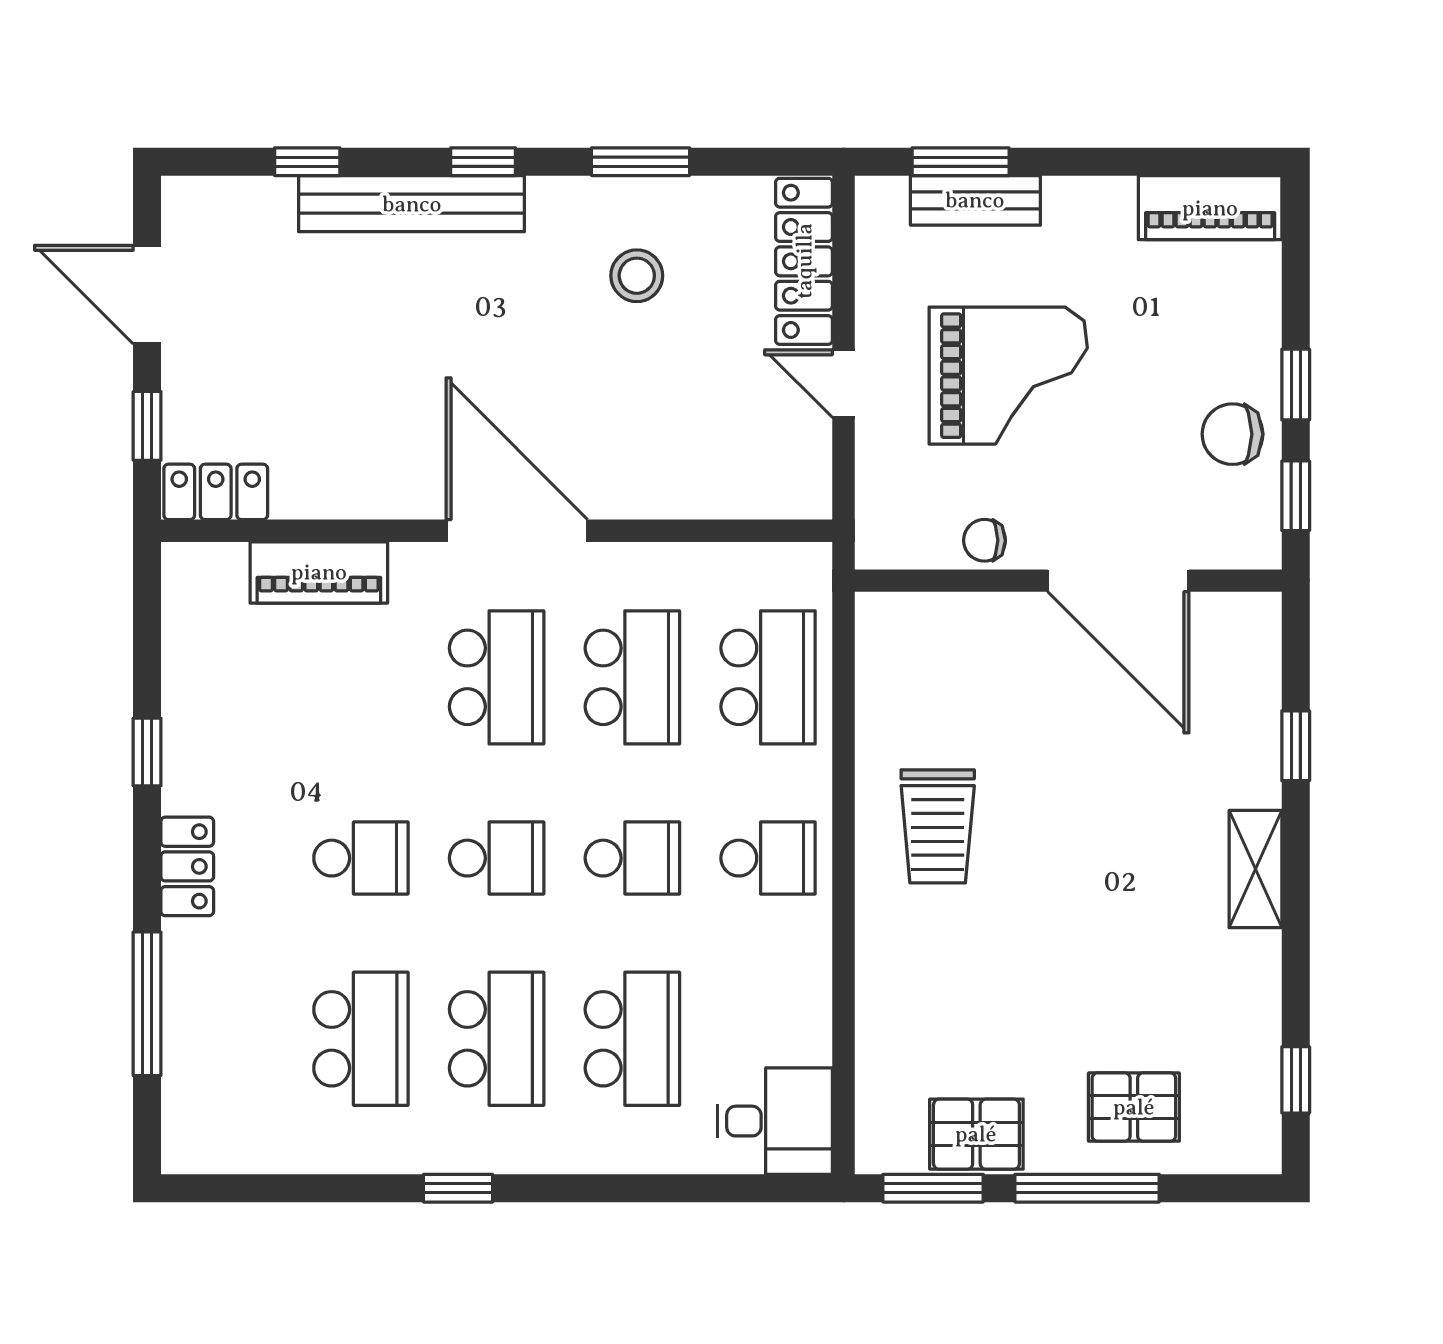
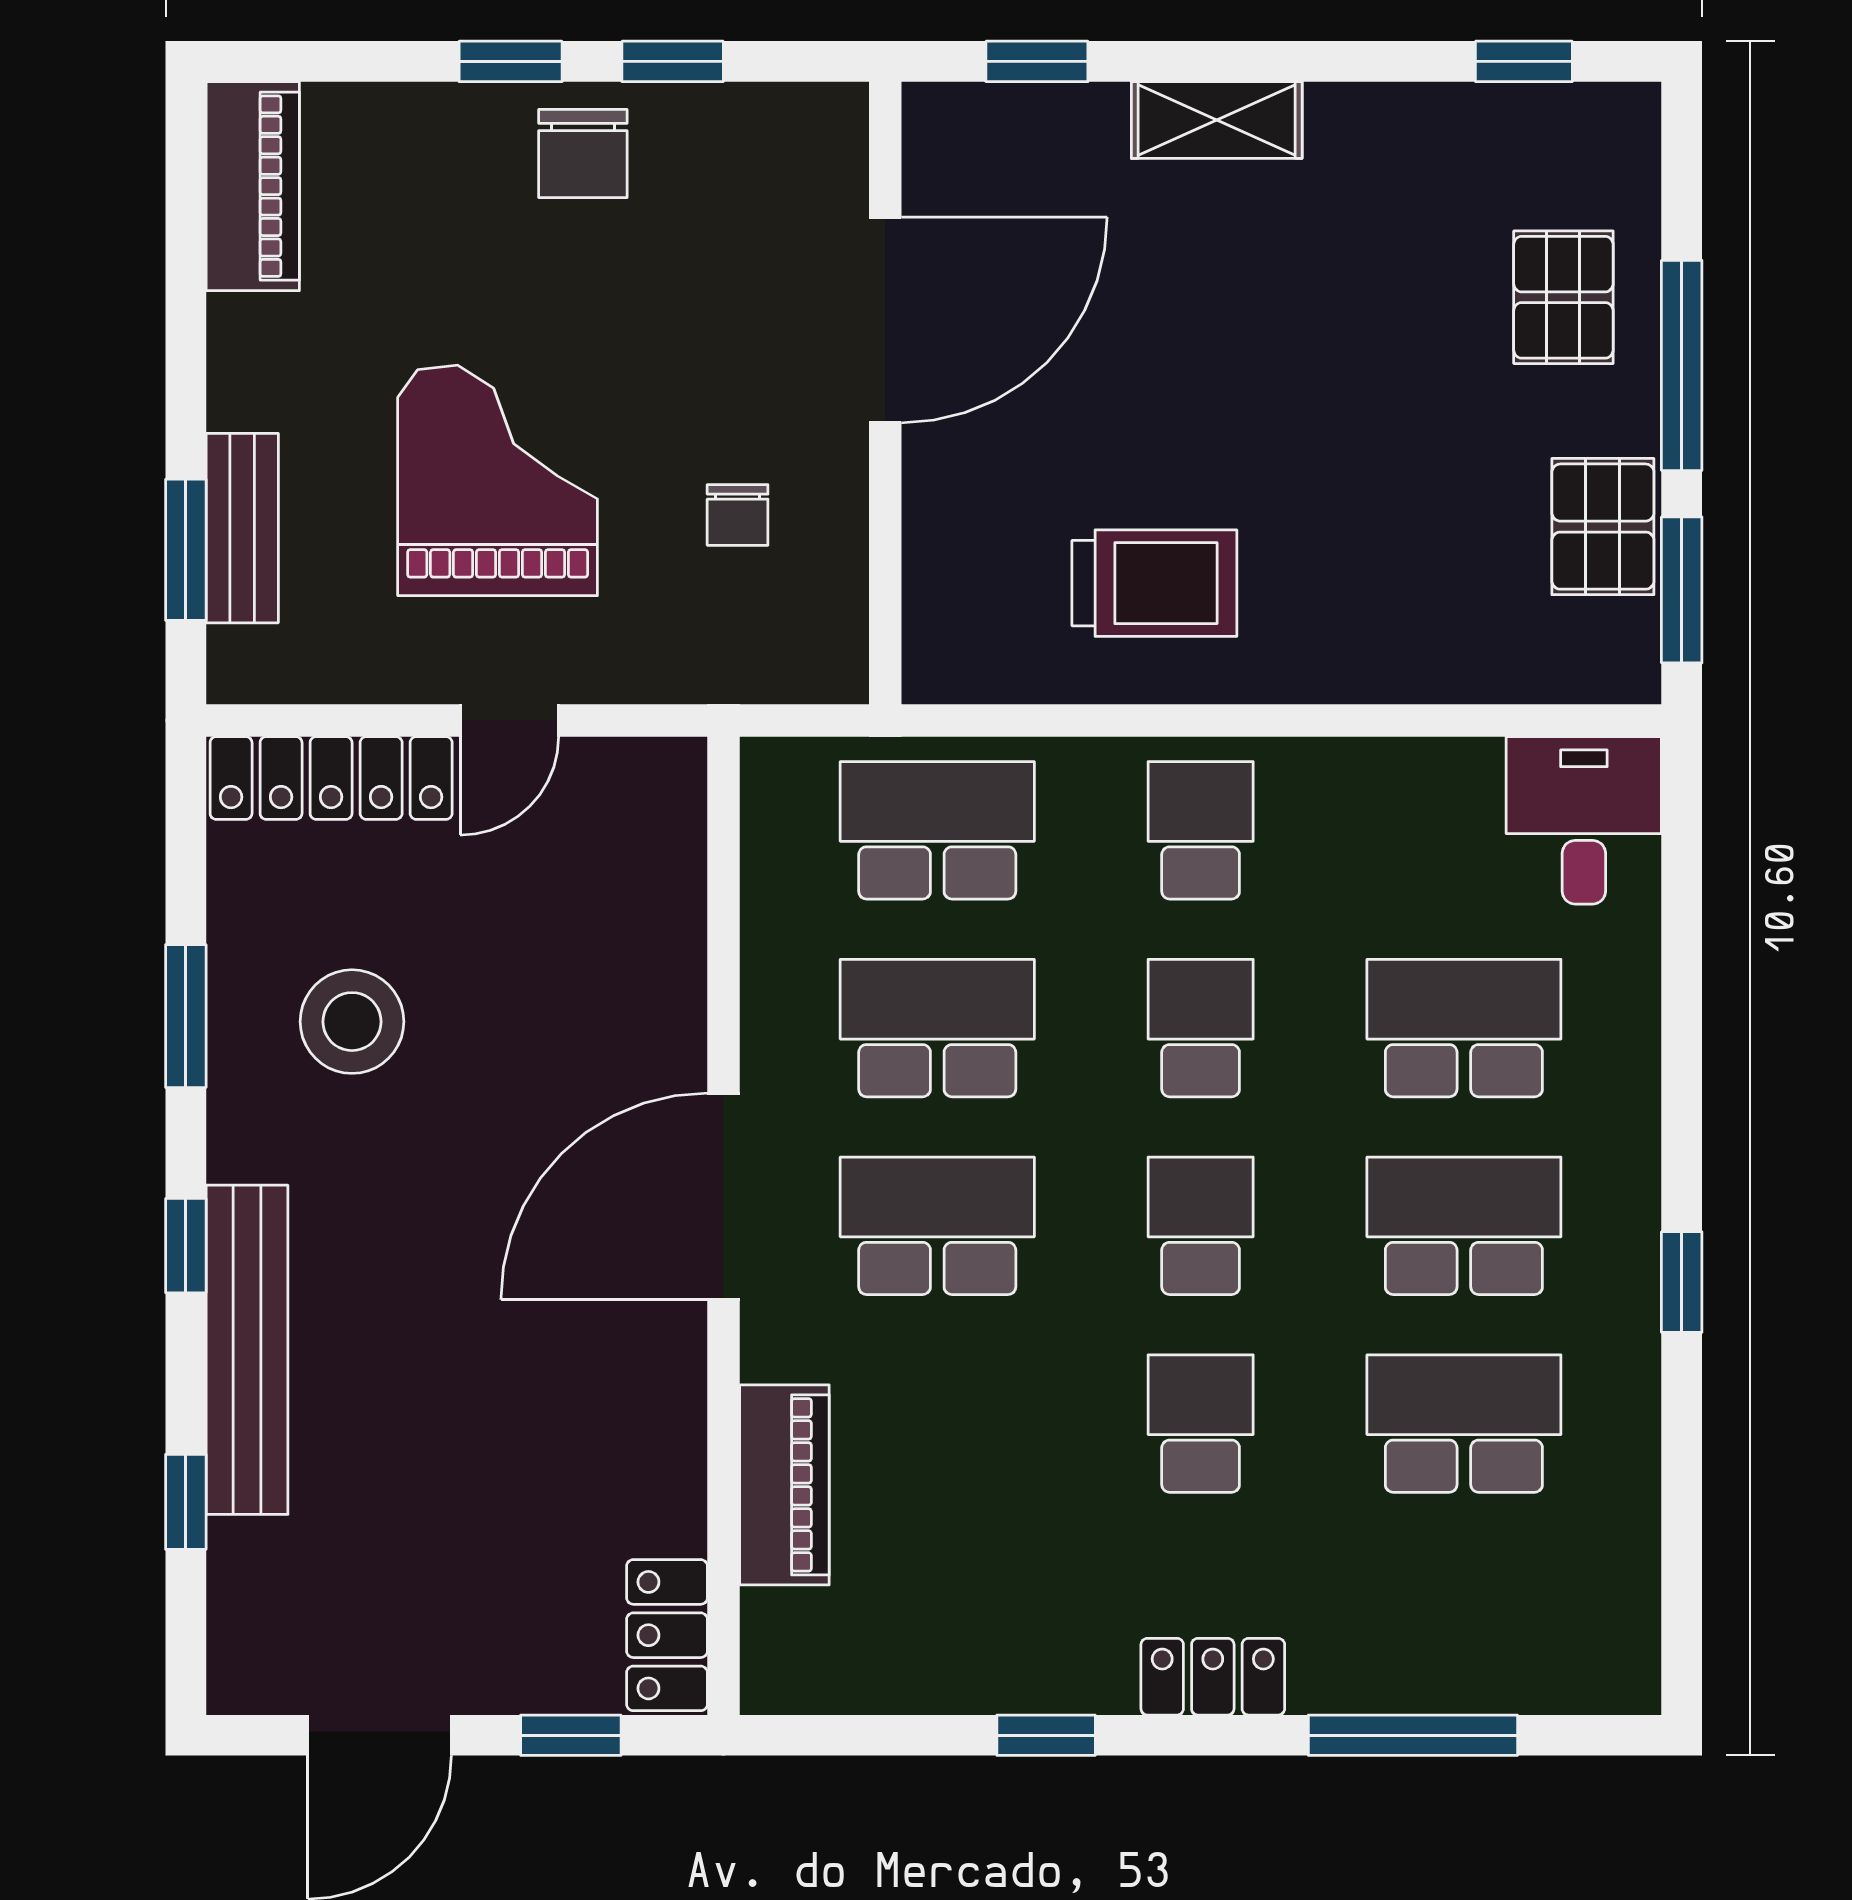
stool: (637, 276) -> (352, 1022), width x1.38, depth x1.38
wall: (1068, 581) -> (885, 393), moved
door: (1118, 581) -> (885, 320), moved

